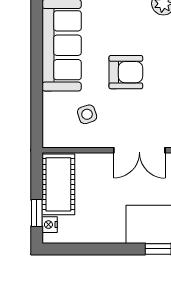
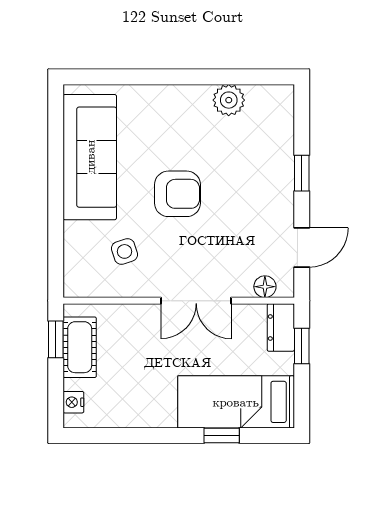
cot: (58, 184) -> (80, 347), width x0.73, depth x0.75
window: (37, 213) -> (56, 339), moved

